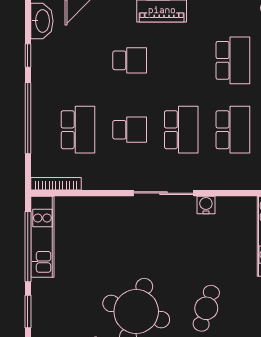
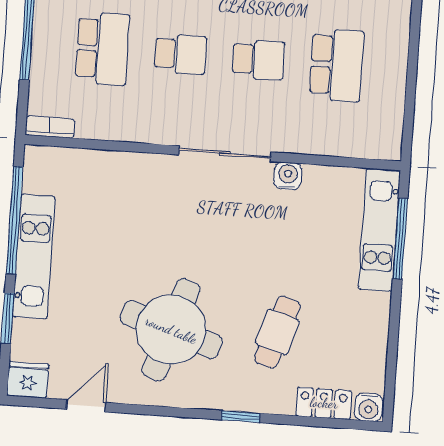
school desk: (181, 130) -> (258, 60), width x0.54
bookcase: (56, 184) -> (50, 127), width x0.64
kitchen unit: (42, 237) -> (34, 257), moved

